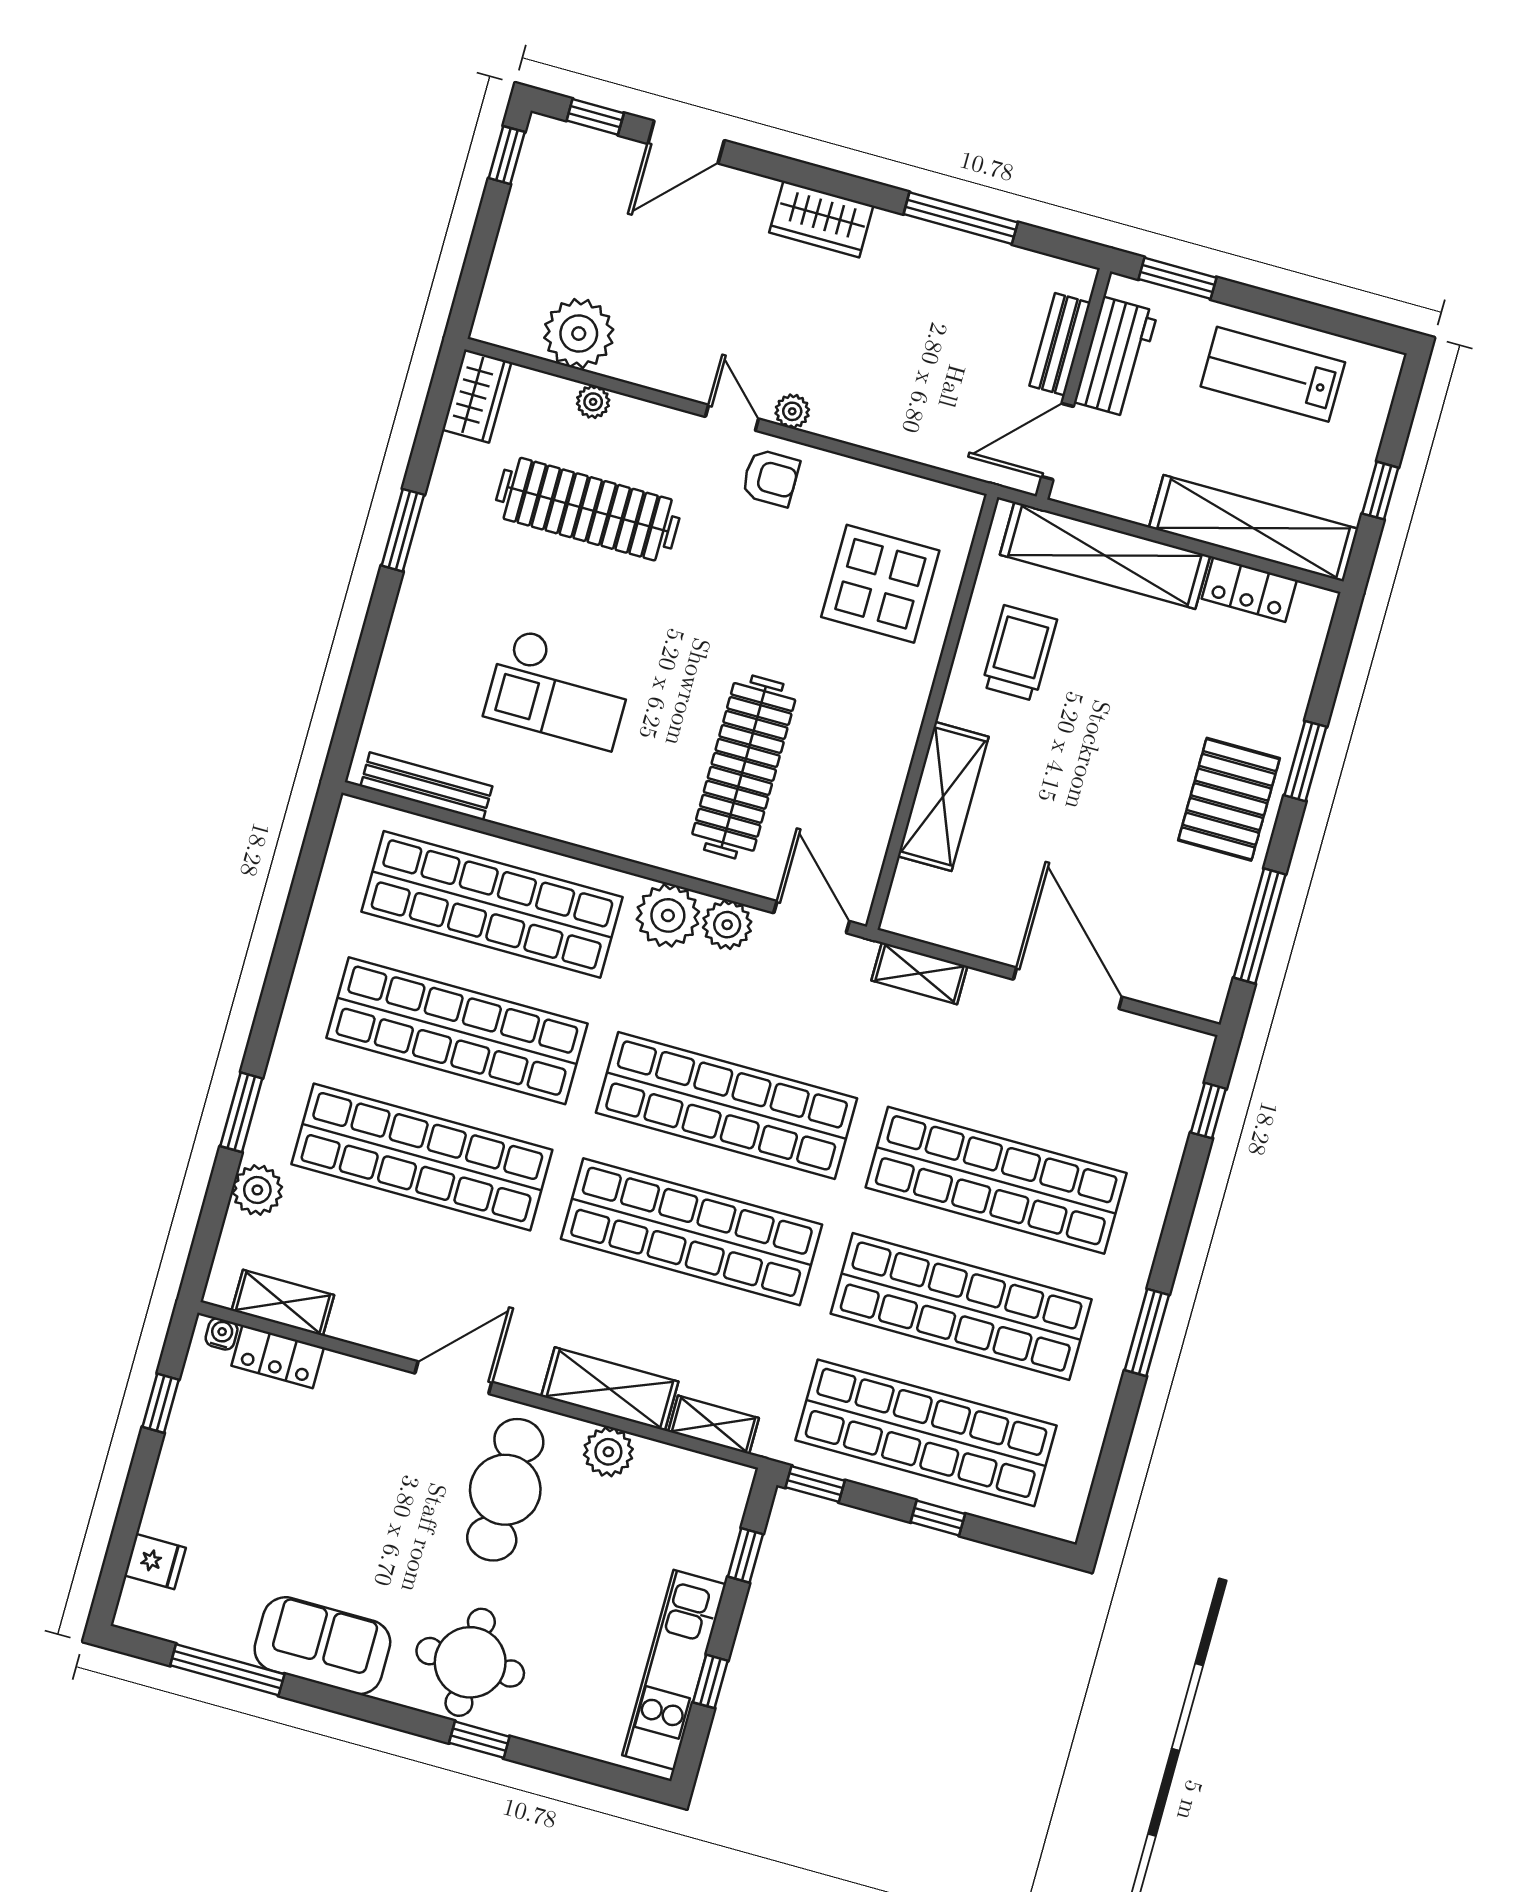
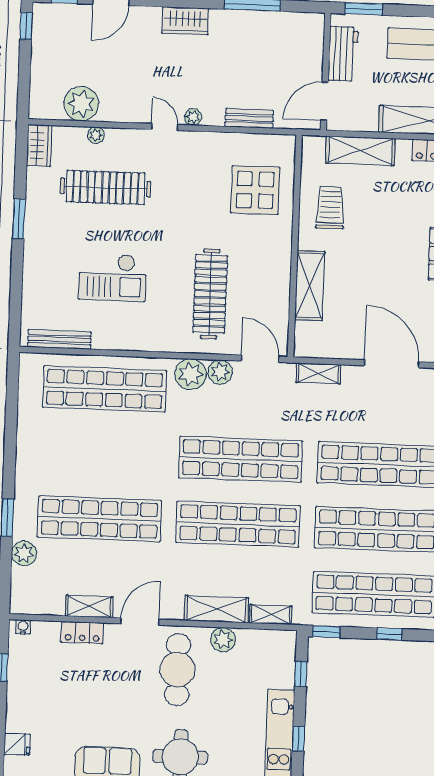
bench: (1060, 344) -> (249, 118), moved, turned 90
armchair: (771, 478) -> (190, 151), removed
shelving: (1105, 555) -> (360, 151), width x0.68
shop shelf: (457, 1031) -> (102, 454), removed
shelving: (283, 1303) -> (89, 606), moved
locker: (278, 1357) -> (82, 633), moved

